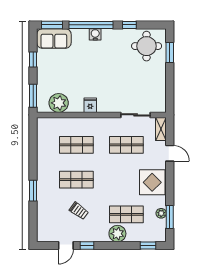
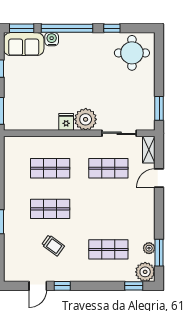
water cooler: (95, 34) -> (52, 39), moved
window: (170, 53) -> (159, 108), moved
plant: (59, 103) -> (86, 119), moved
door: (170, 153) -> (159, 178), swing flipped
display table: (152, 182) -> (139, 212), removed
plant: (117, 234) -> (145, 272), moved

